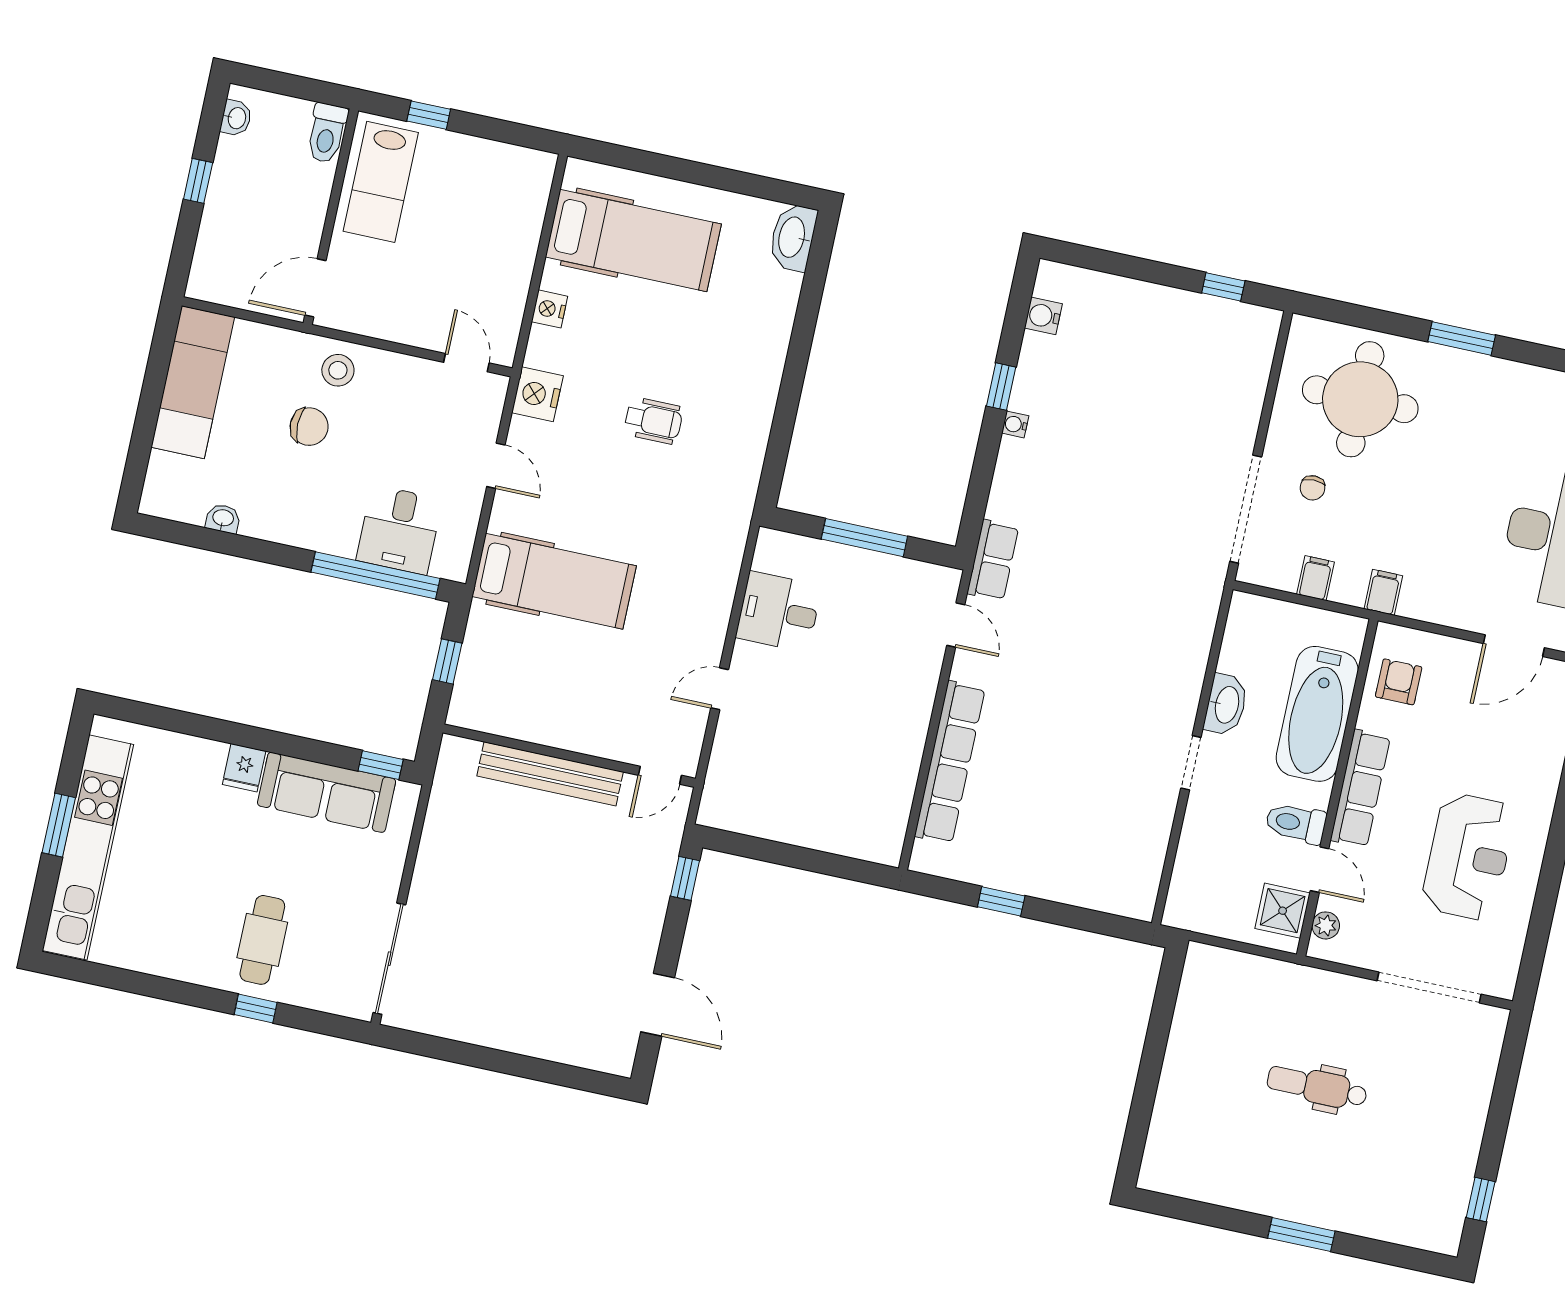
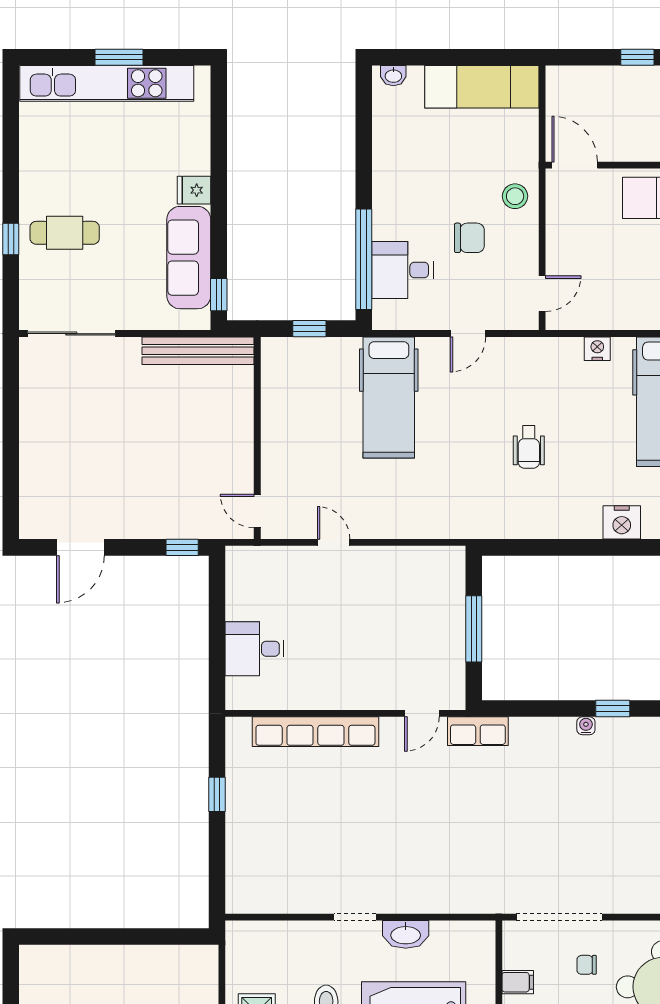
nightstand: (537, 394) -> (622, 522), moved, turned 180
chair: (309, 427) -> (469, 238), moved, turned -90
washbasin: (223, 519) -> (393, 76), moved, turned 90
desk: (779, 612) -> (255, 649), moved, turned -90
bench: (550, 774) -> (198, 351), moved, turned 90

